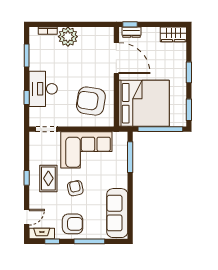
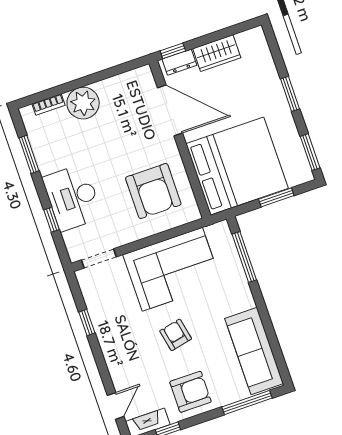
wardrobe: (173, 34) -> (217, 53), moved
armchair: (91, 101) -> (153, 191), turned -99
window: (160, 129) -> (276, 197), width x0.47
window: (27, 178) -> (87, 322), moved
rug: (48, 178) -> (129, 334), removed
window: (89, 241) -> (247, 402), moved

